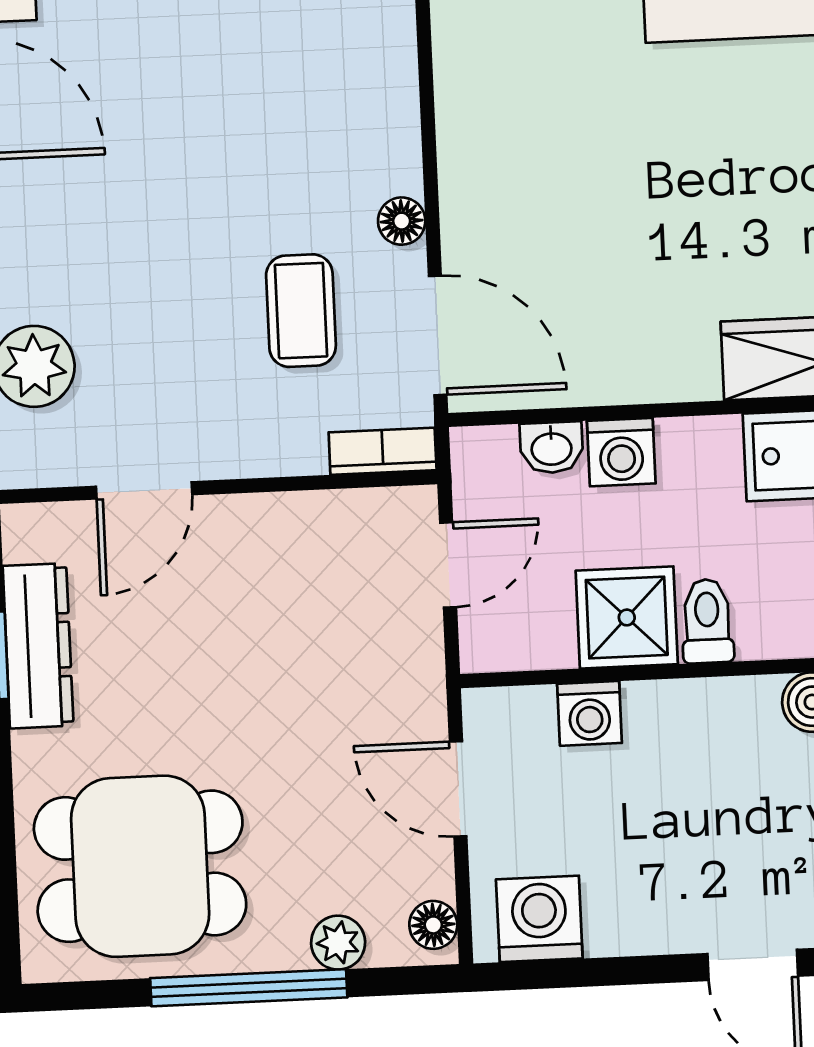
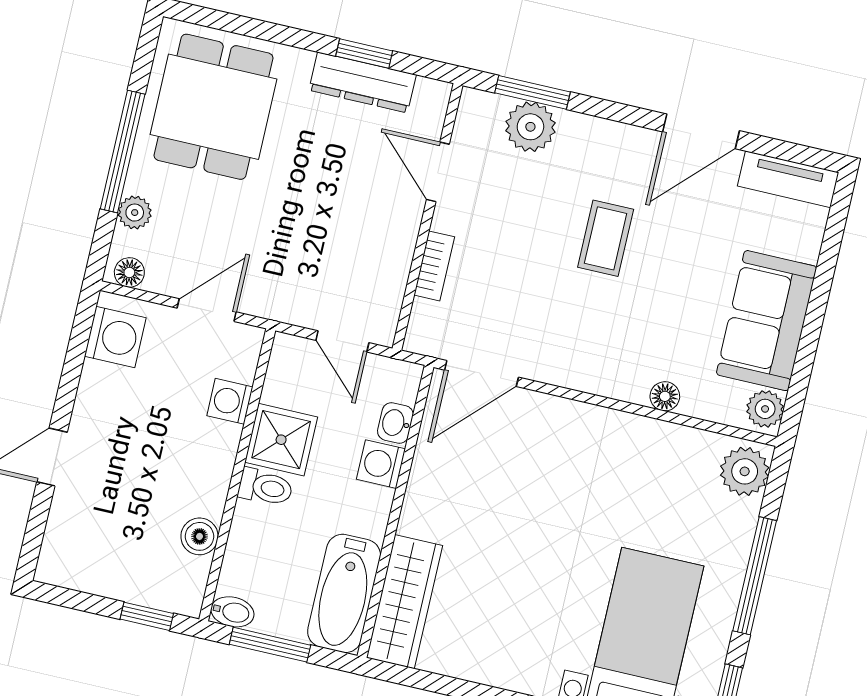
floor lamp: (402, 221) -> (665, 396), moved
coffee table: (301, 311) -> (606, 238), moved, turned 90
bookcase: (383, 451) -> (434, 266), moved

